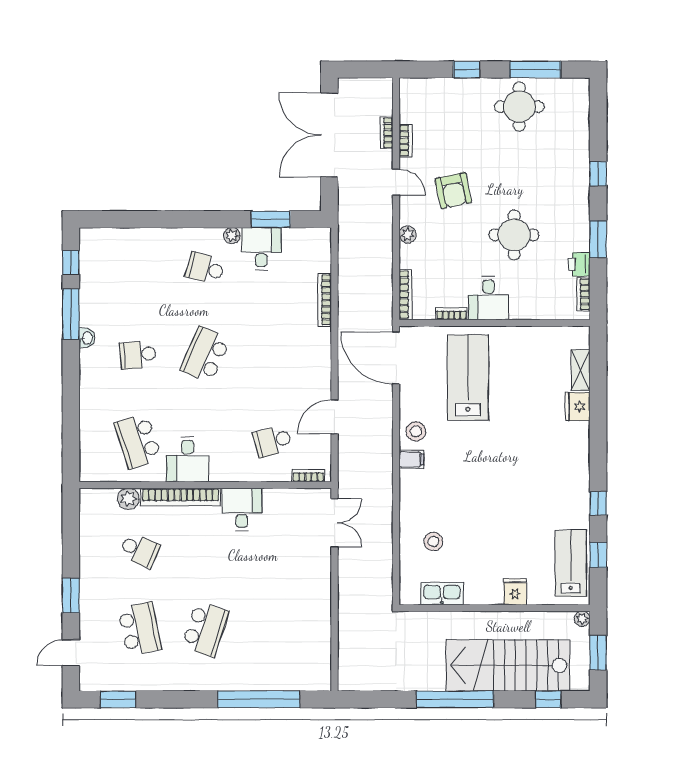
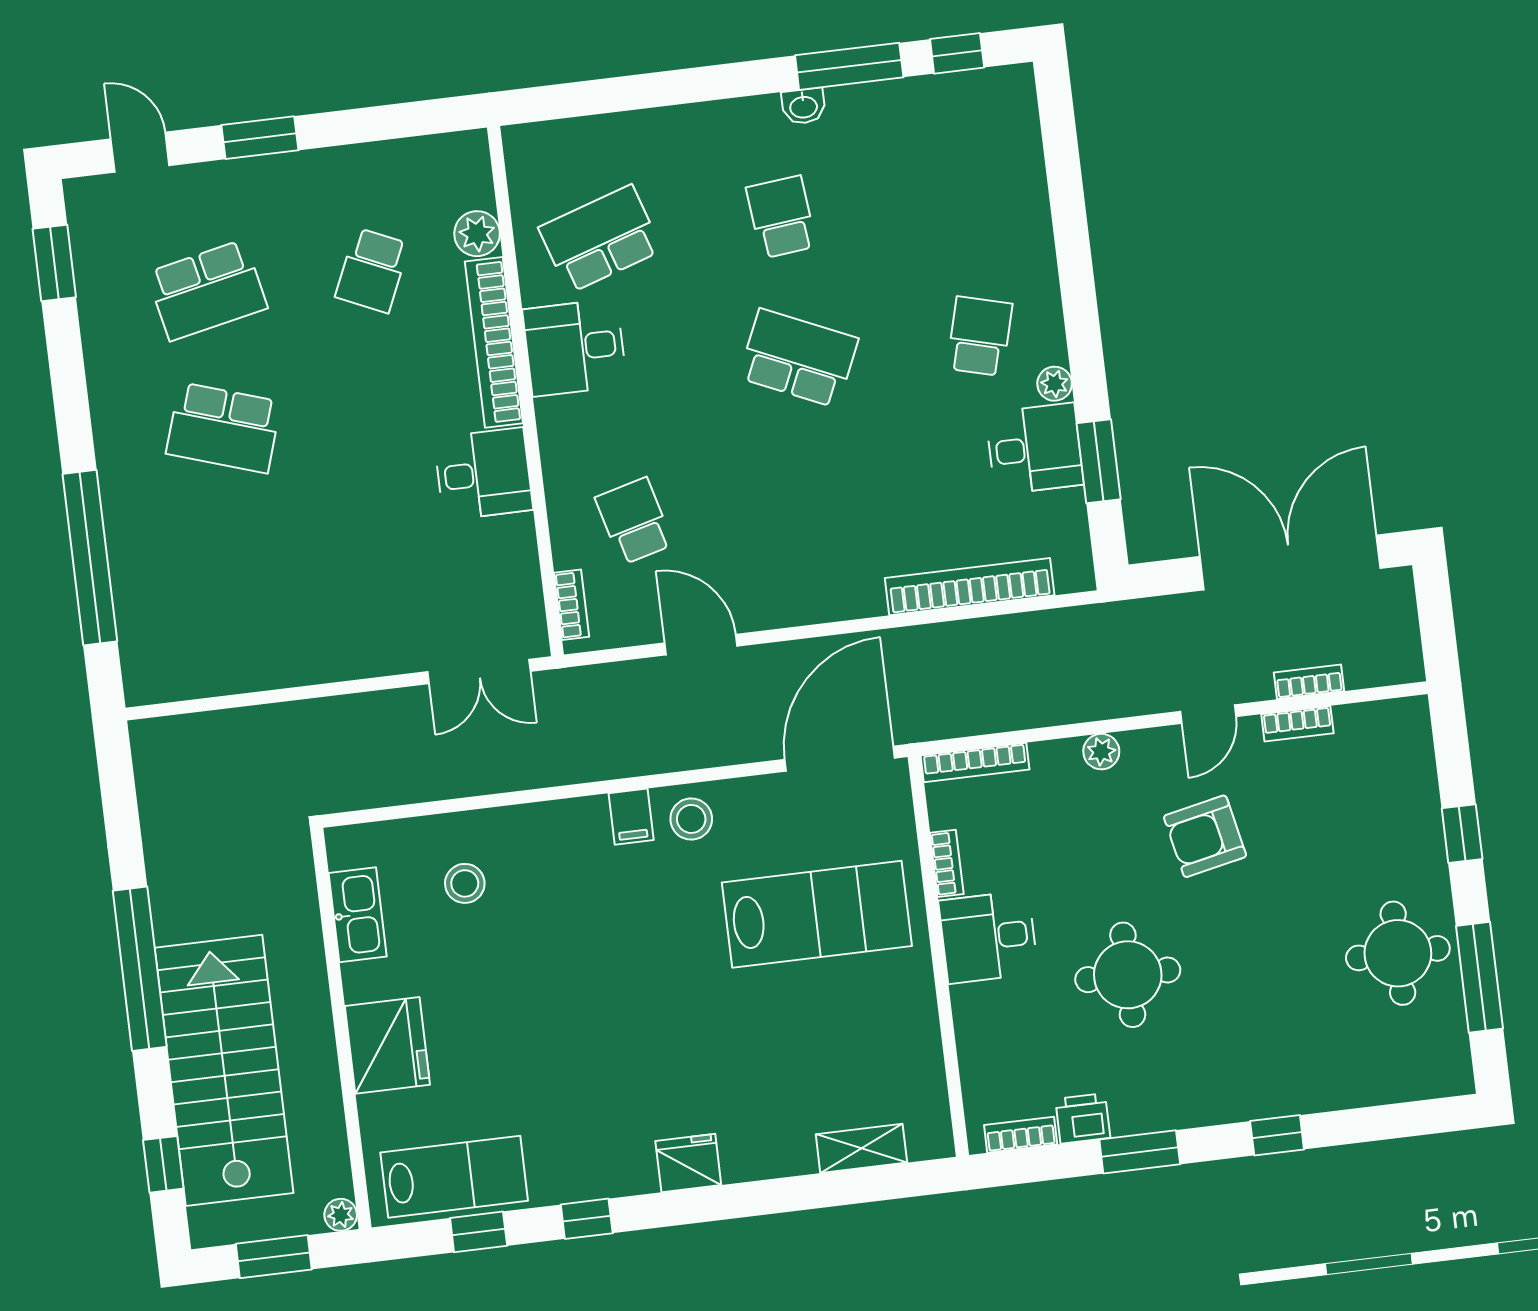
bookcase: (325, 300) -> (970, 587), width x1.48, depth x1.31
fridge: (578, 407) -> (688, 1163), moved
fridge: (515, 592) -> (387, 1045), width x1.88, depth x1.34

